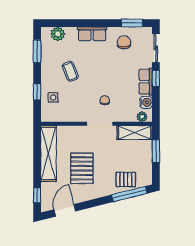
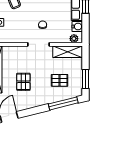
window: (156, 151) -> (85, 79), moved
pallet: (82, 168) -> (23, 82), width x0.67, depth x0.71
pallet: (126, 179) -> (60, 80), moved

